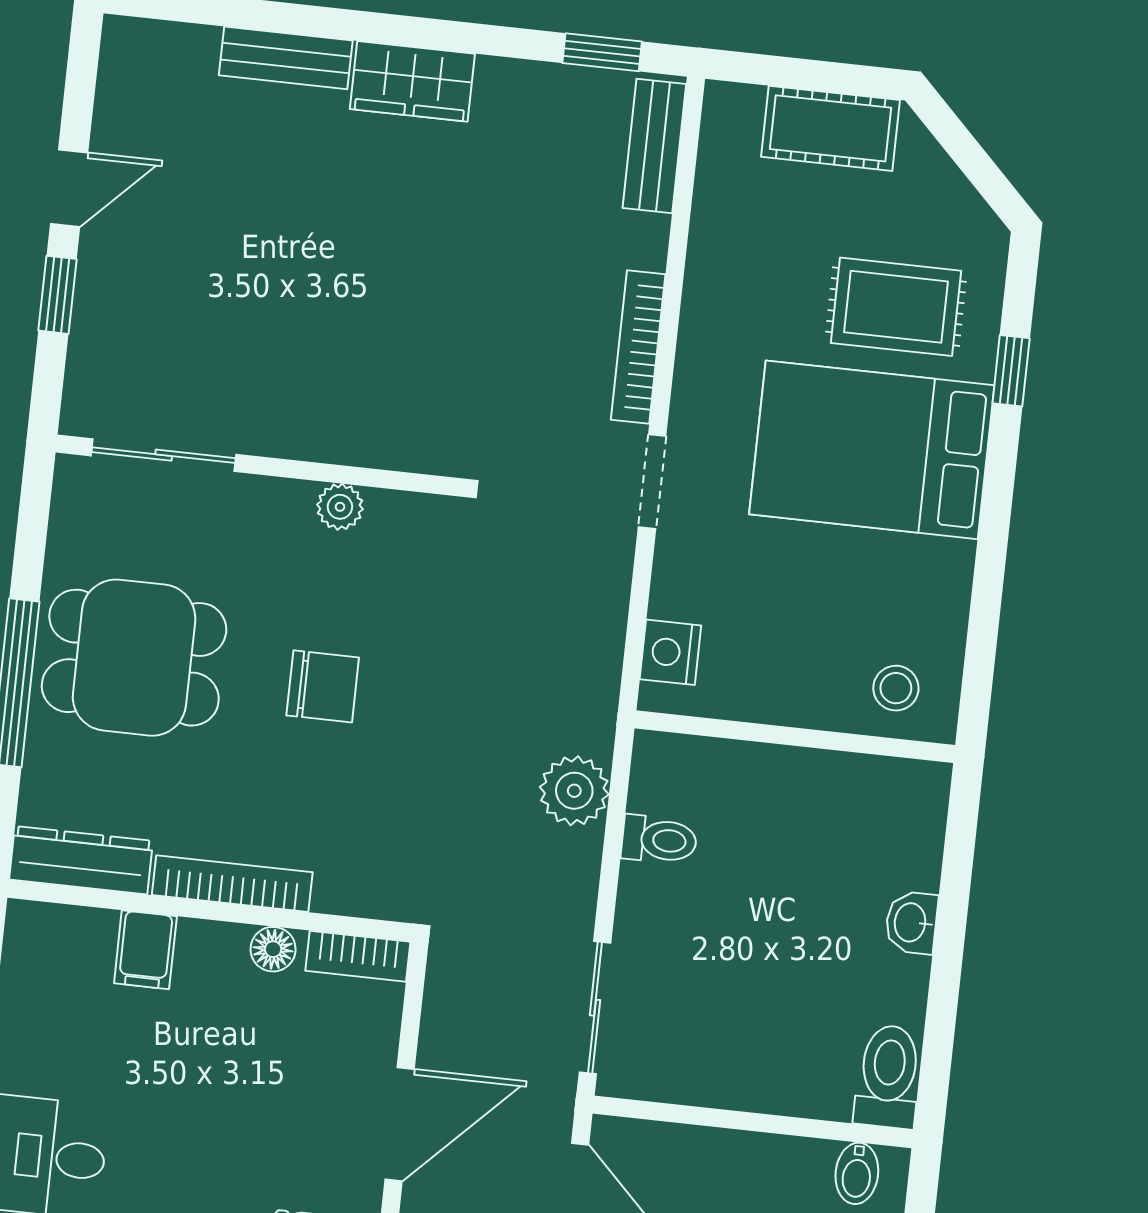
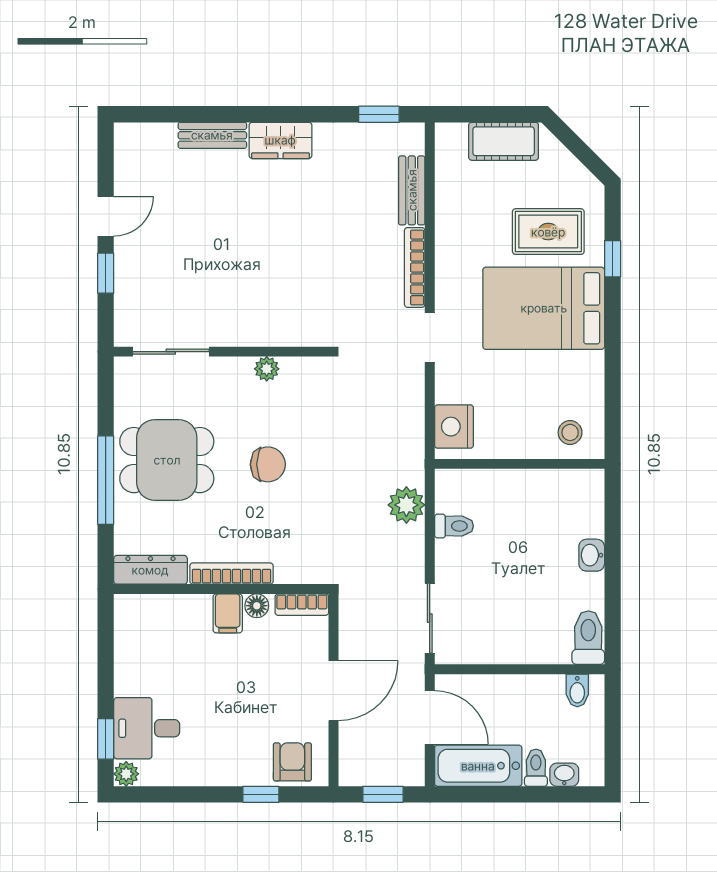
bench: (654, 146) -> (412, 190), moved
nightstand: (670, 652) -> (454, 427), width x1.36, depth x1.33
filing cabinet: (145, 950) -> (228, 613), moved

